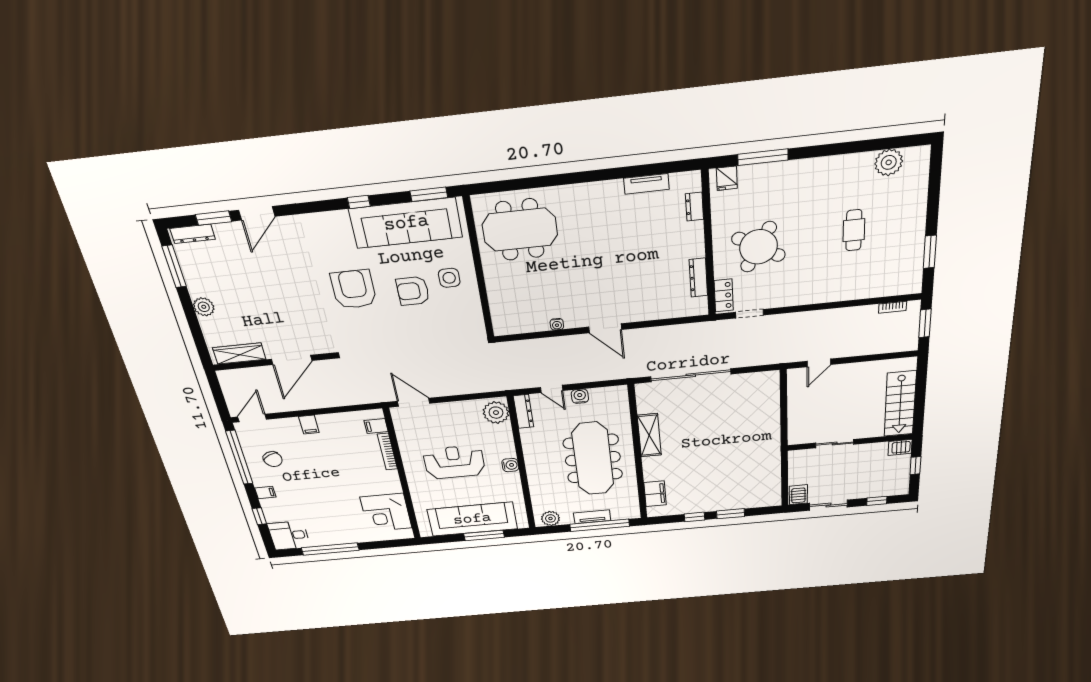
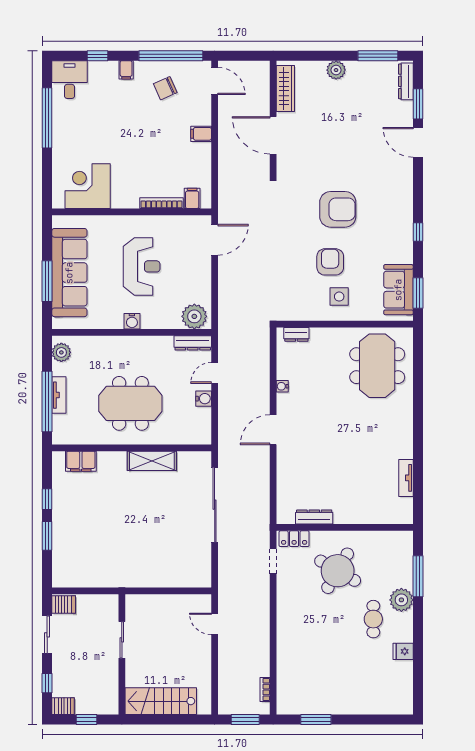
plant: (889, 162) -> (401, 600), moved
fridge: (727, 178) -> (403, 651), moved
dresser: (694, 207) -> (296, 334), moved, turned 180
sofa: (406, 223) -> (398, 290), width x0.54, depth x0.79
cafe table: (854, 230) -> (373, 619), moved, turned 90
server rack: (900, 447) -> (63, 706), moved, turned 90
meeting table: (593, 459) -> (130, 403), width x0.73

